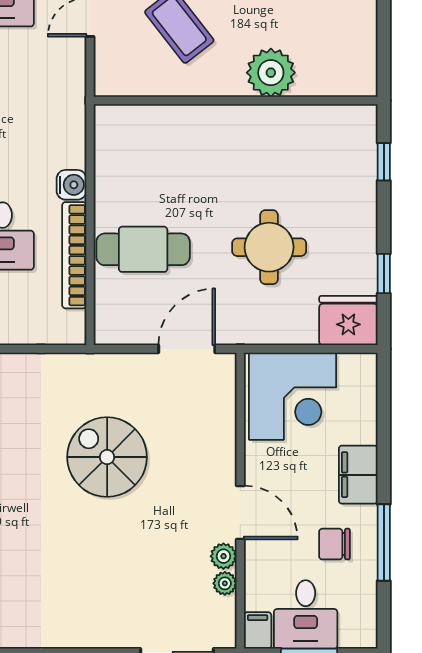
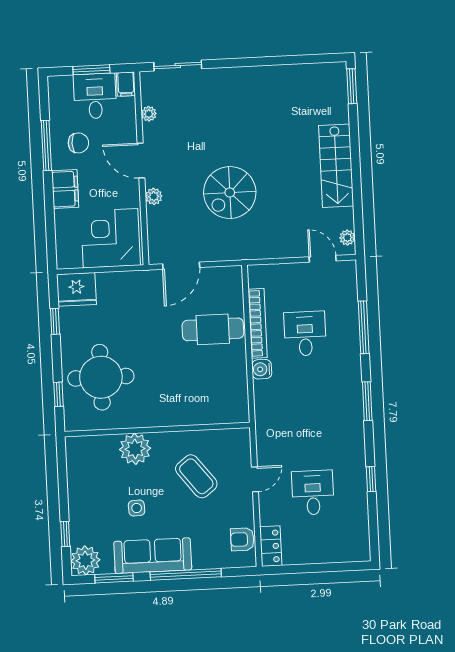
round table: (269, 247) -> (101, 377), moved, width x1.36, depth x1.36
spiral stairs: (107, 457) -> (230, 193), turned 90
plant: (223, 556) -> (154, 196), moved

